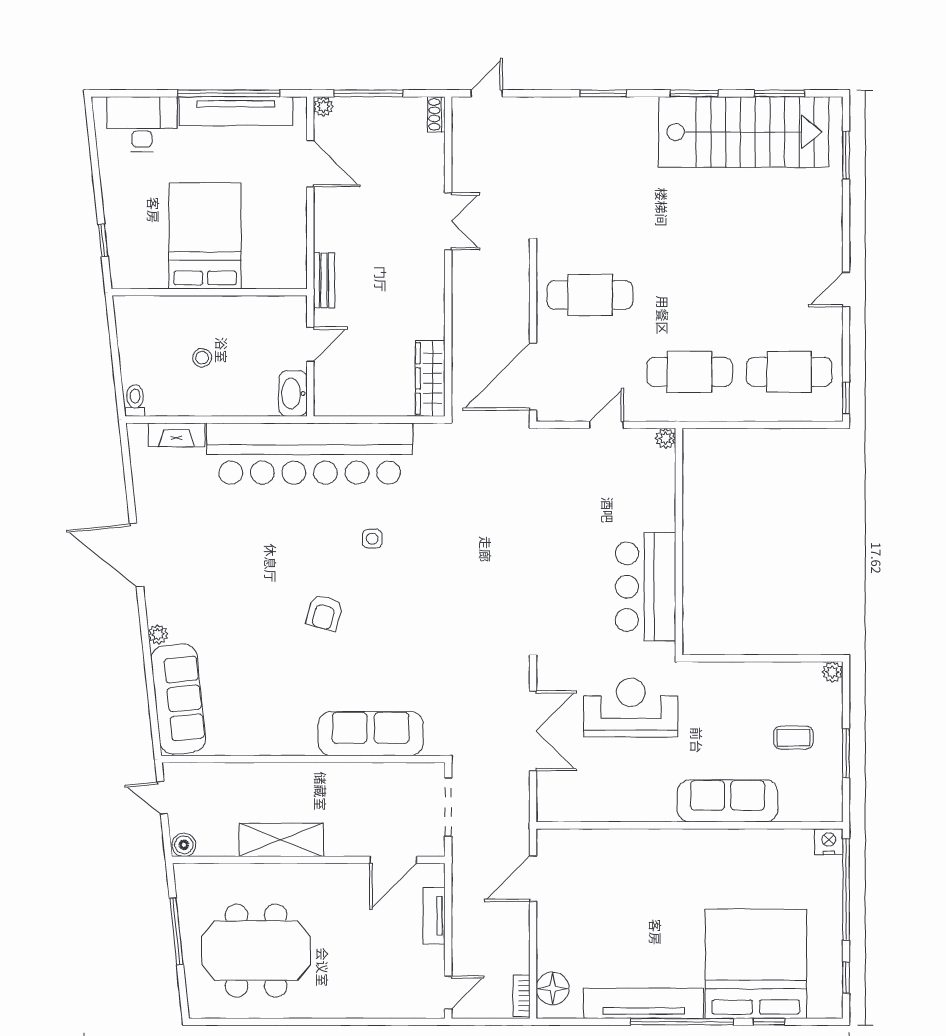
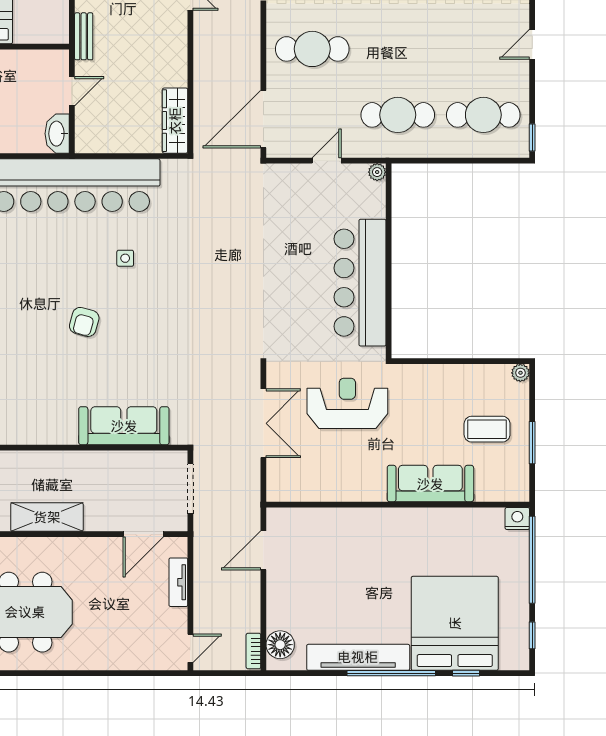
bar counter: (646, 587) -> (360, 283), width x1.36
coffee table: (793, 738) -> (487, 429), width x1.36, depth x1.30

